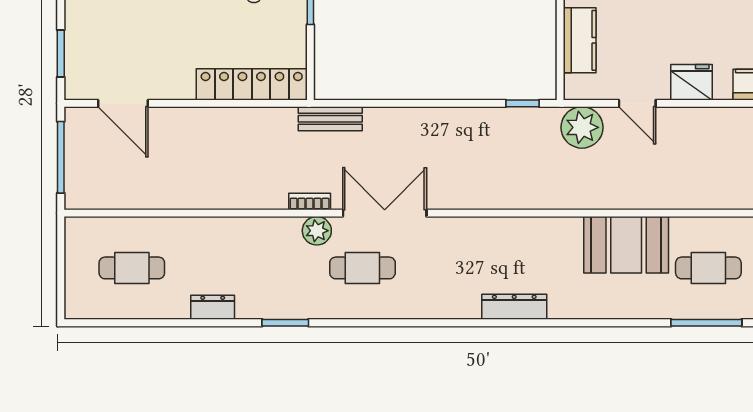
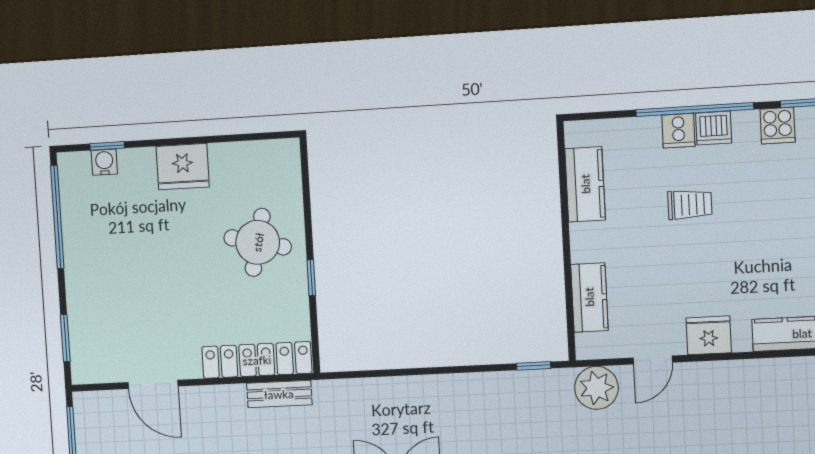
door: (123, 103) -> (153, 384), moved
door: (637, 103) -> (653, 360), hinge flipped
bench: (330, 119) -> (279, 394), moved

